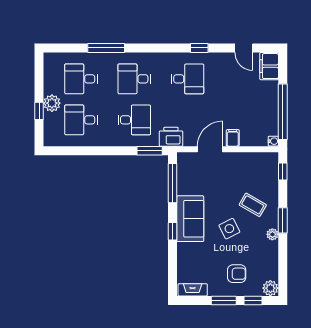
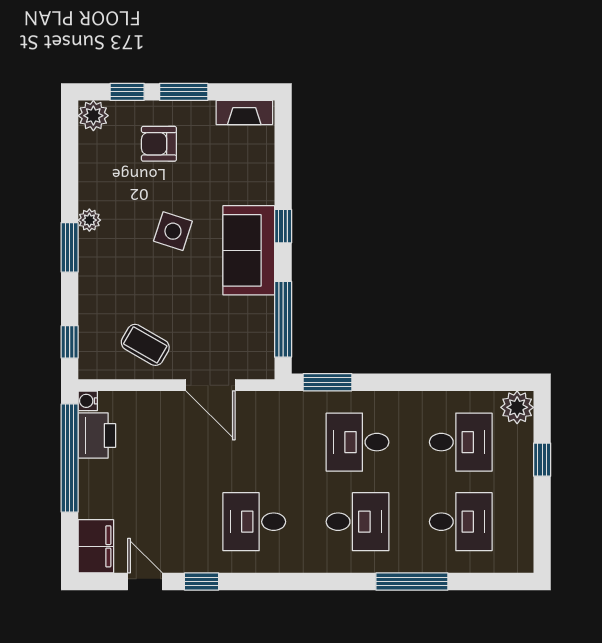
window: (199, 48) -> (202, 582), moved
plant: (52, 103) -> (517, 407), moved
printer: (171, 137) -> (97, 436), moved, turned -90
filing cabinet: (233, 138) -> (166, 407), removed
door: (210, 149) -> (211, 385), hinge flipped
coffee table: (253, 205) -> (145, 345), moved
side table: (229, 229) -> (173, 231), turned 45

